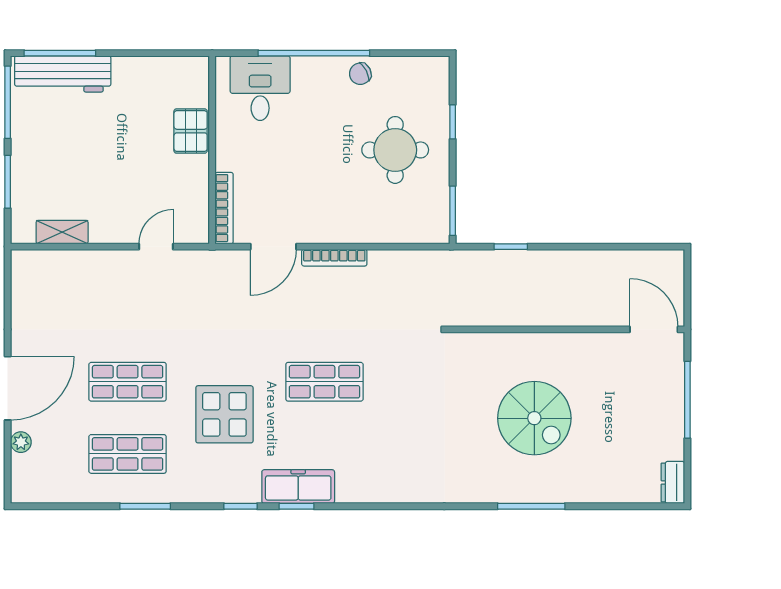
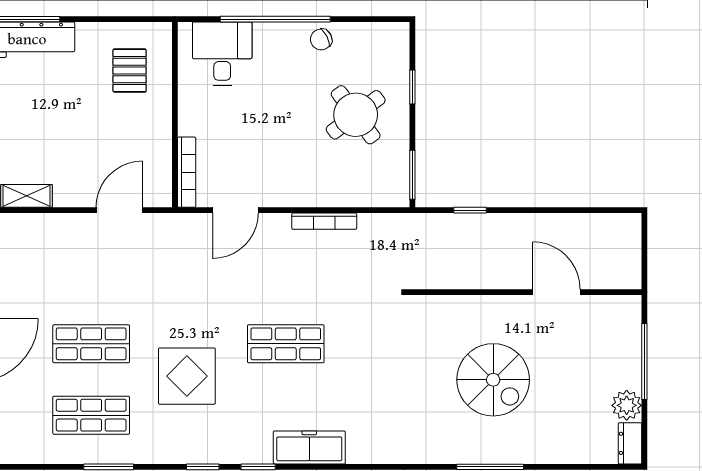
pallet: (191, 131) -> (130, 71), moved
round table: (395, 150) -> (356, 115), turned -37
door: (156, 247) -> (119, 210), width x1.38
bookcase: (334, 258) -> (324, 221), moved
door: (654, 329) -> (556, 292), moved
plant: (669, 444) -> (627, 405), added
freezer: (298, 487) -> (309, 447), moved

